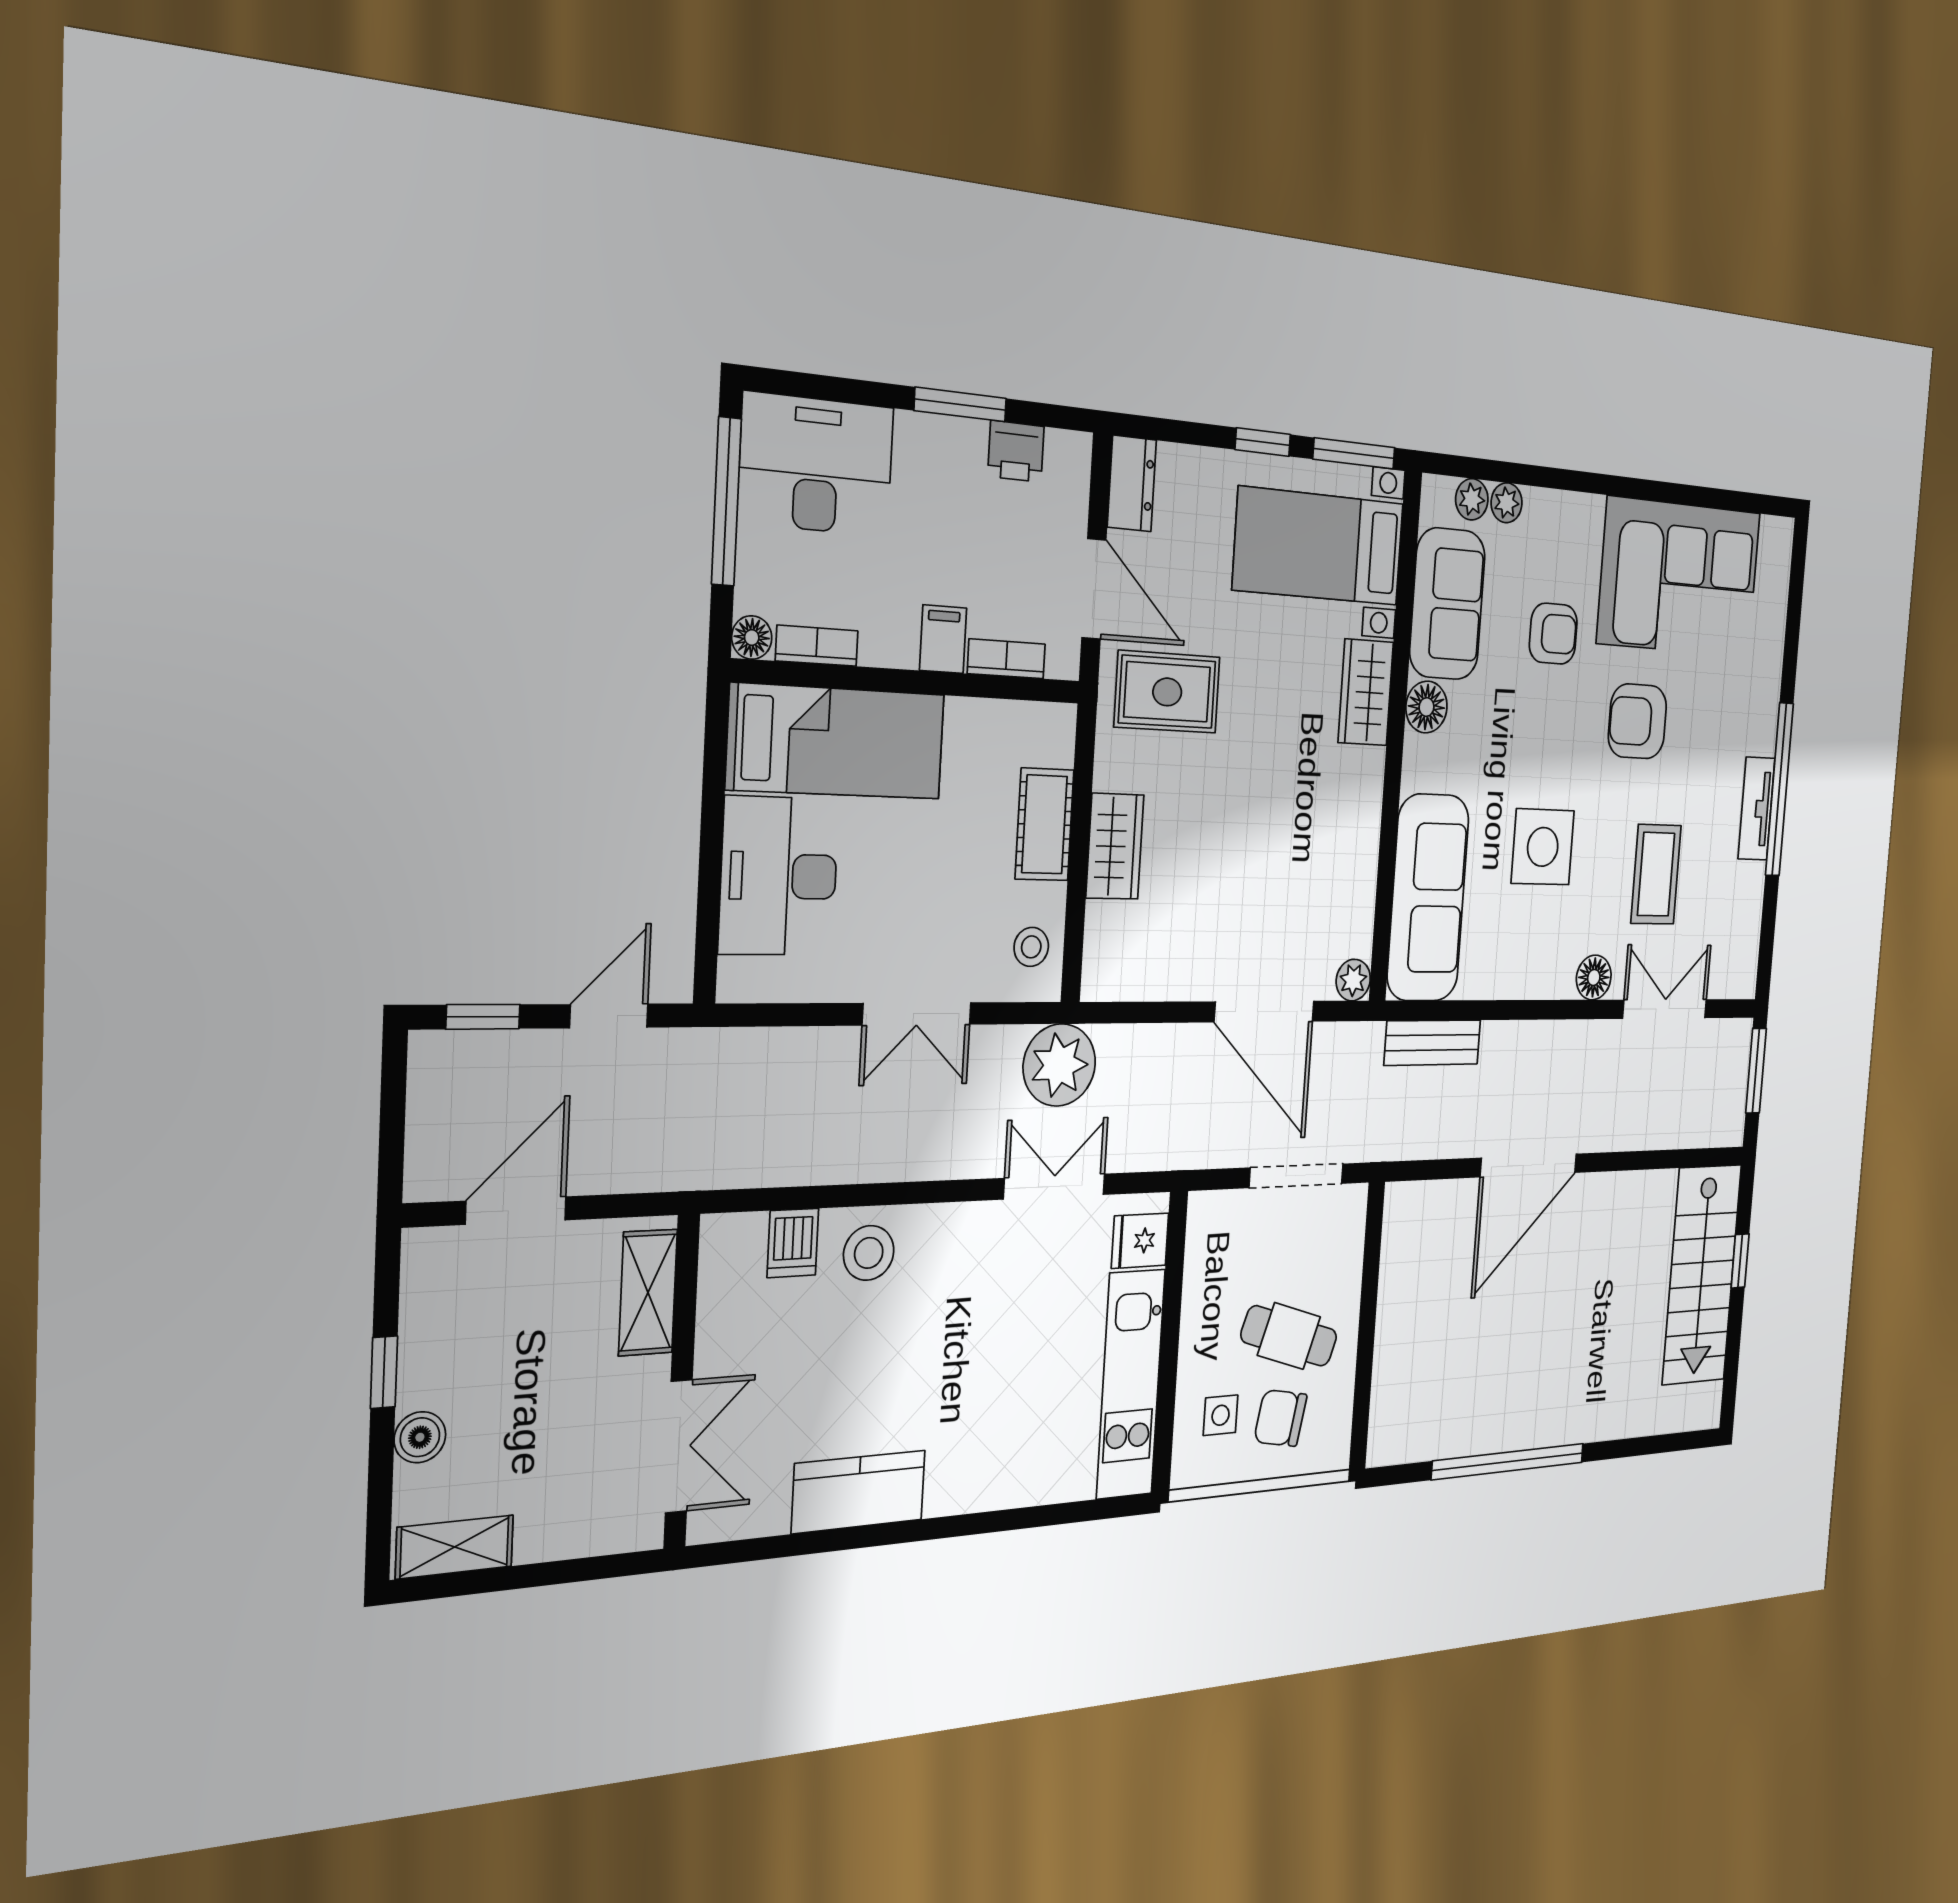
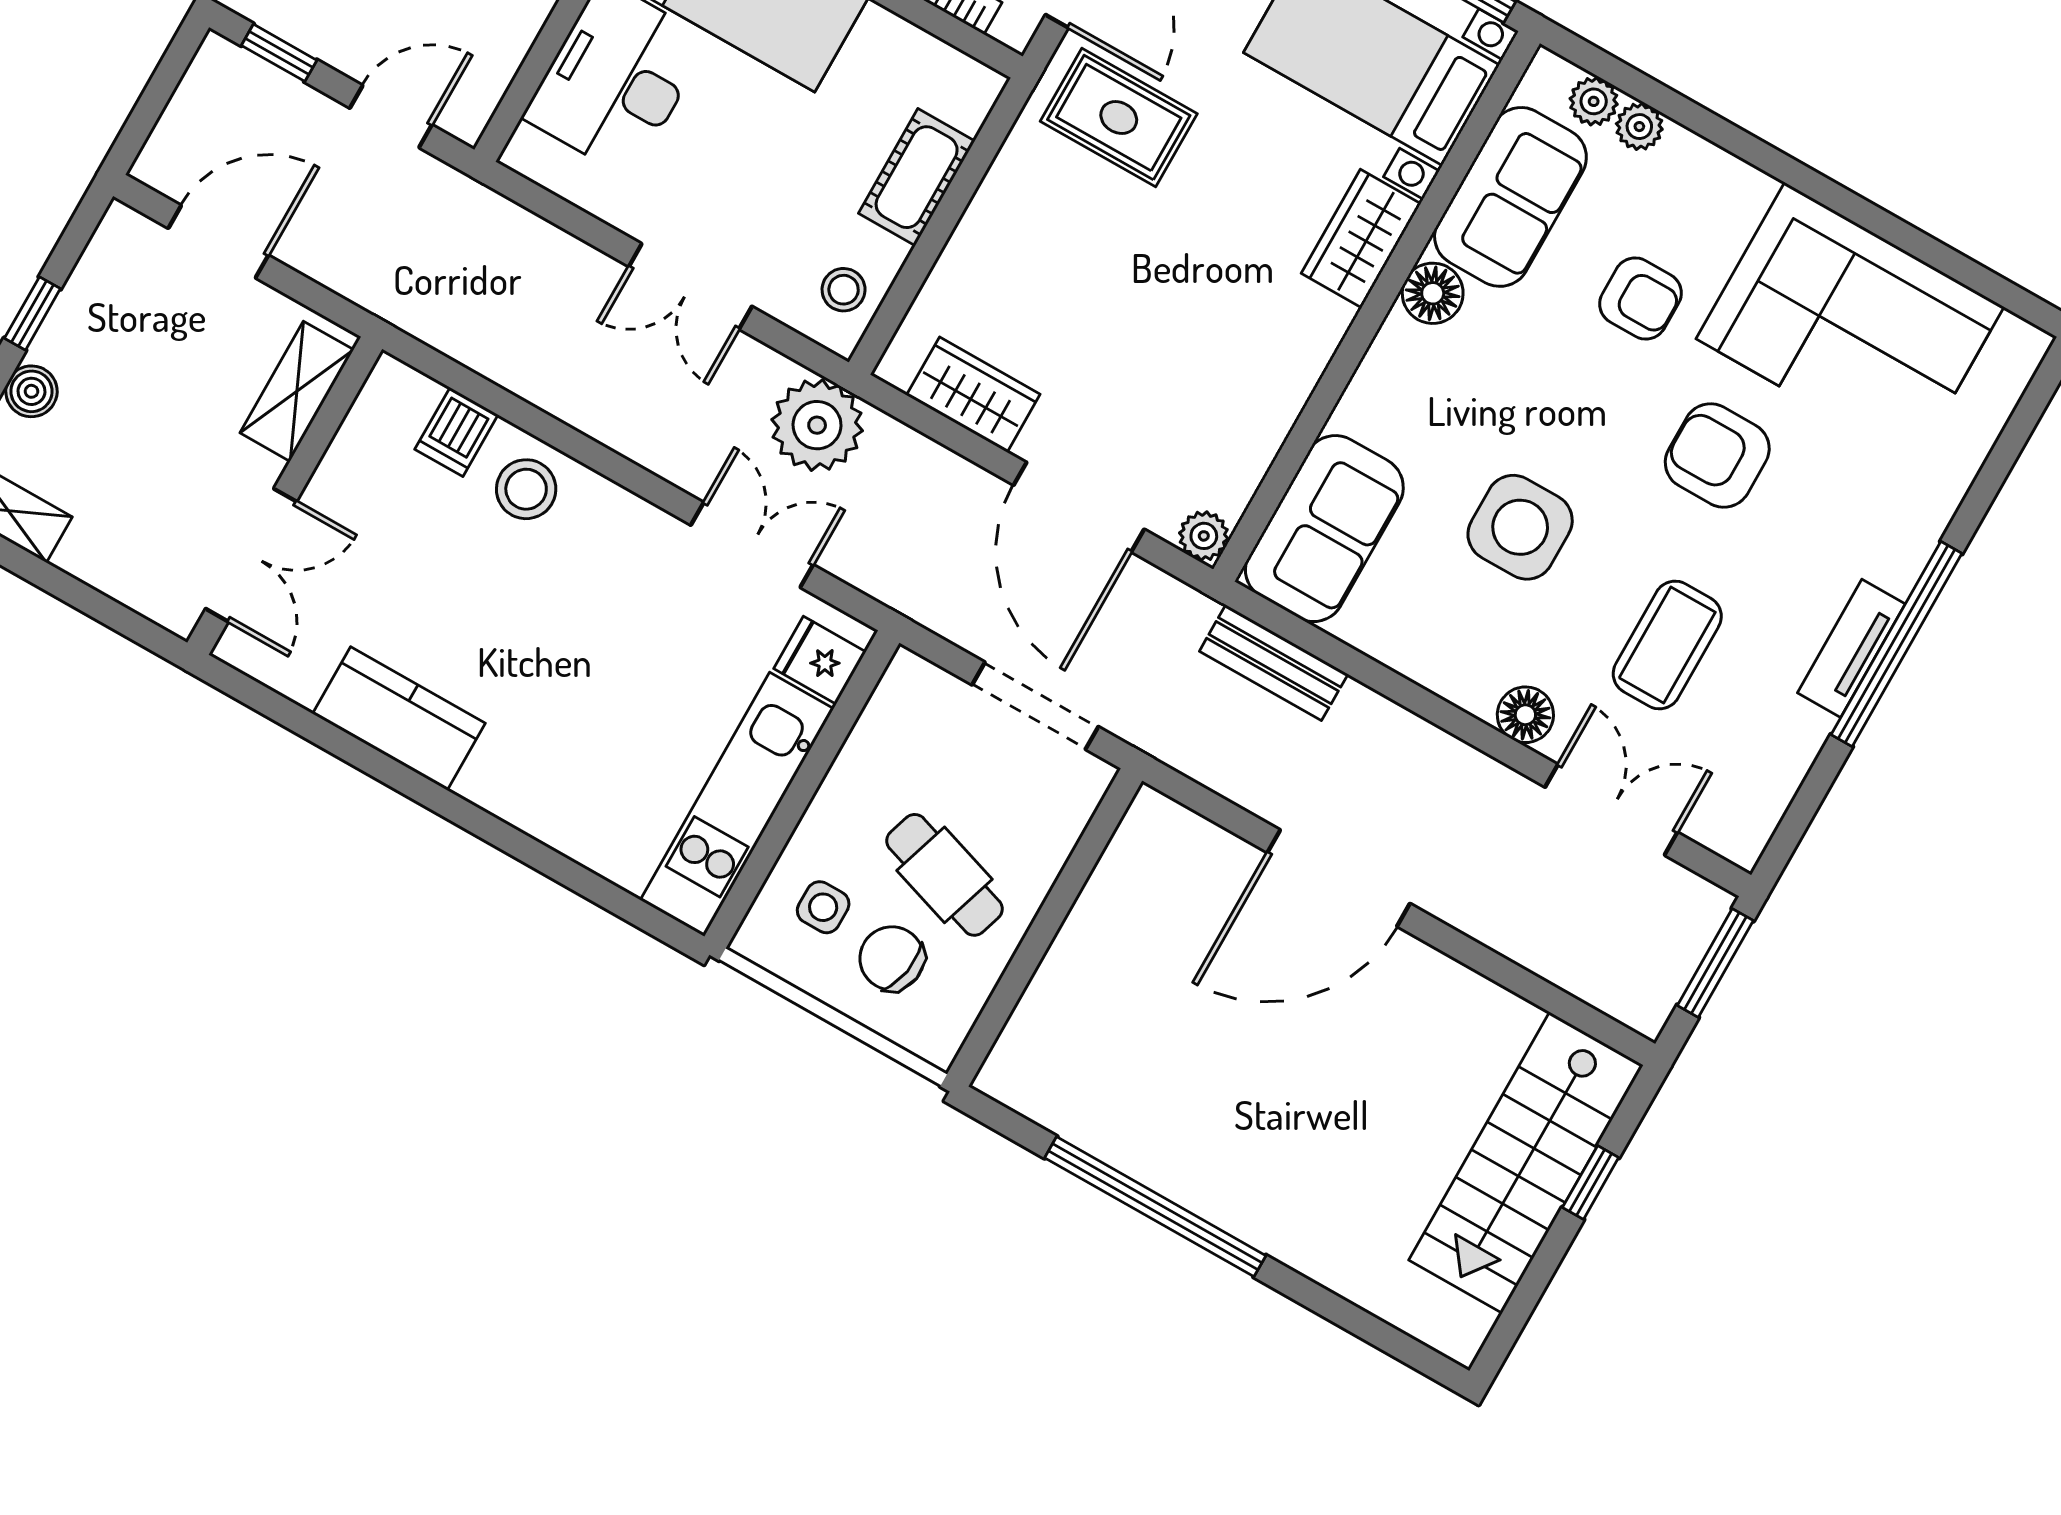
wardrobe: (1115, 846) -> (973, 395), moved, turned -90
sofa: (1428, 898) -> (1324, 529), width x0.73

